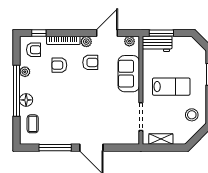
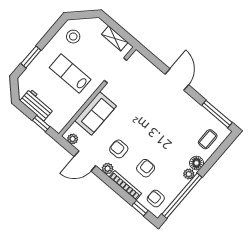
window: (161, 33) -> (41, 123), width x0.67
workbench: (157, 44) -> (37, 105), moved
armchair: (59, 65) -> (146, 168), turned -90
plant: (25, 72) -> (189, 174), moved
window: (16, 91) -> (182, 196), moved
window: (55, 148) -> (217, 114), moved

